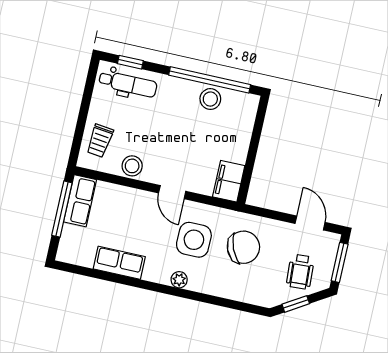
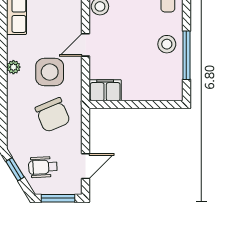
window: (210, 80) -> (186, 55), width x0.68
stool: (210, 99) -> (167, 44), moved

